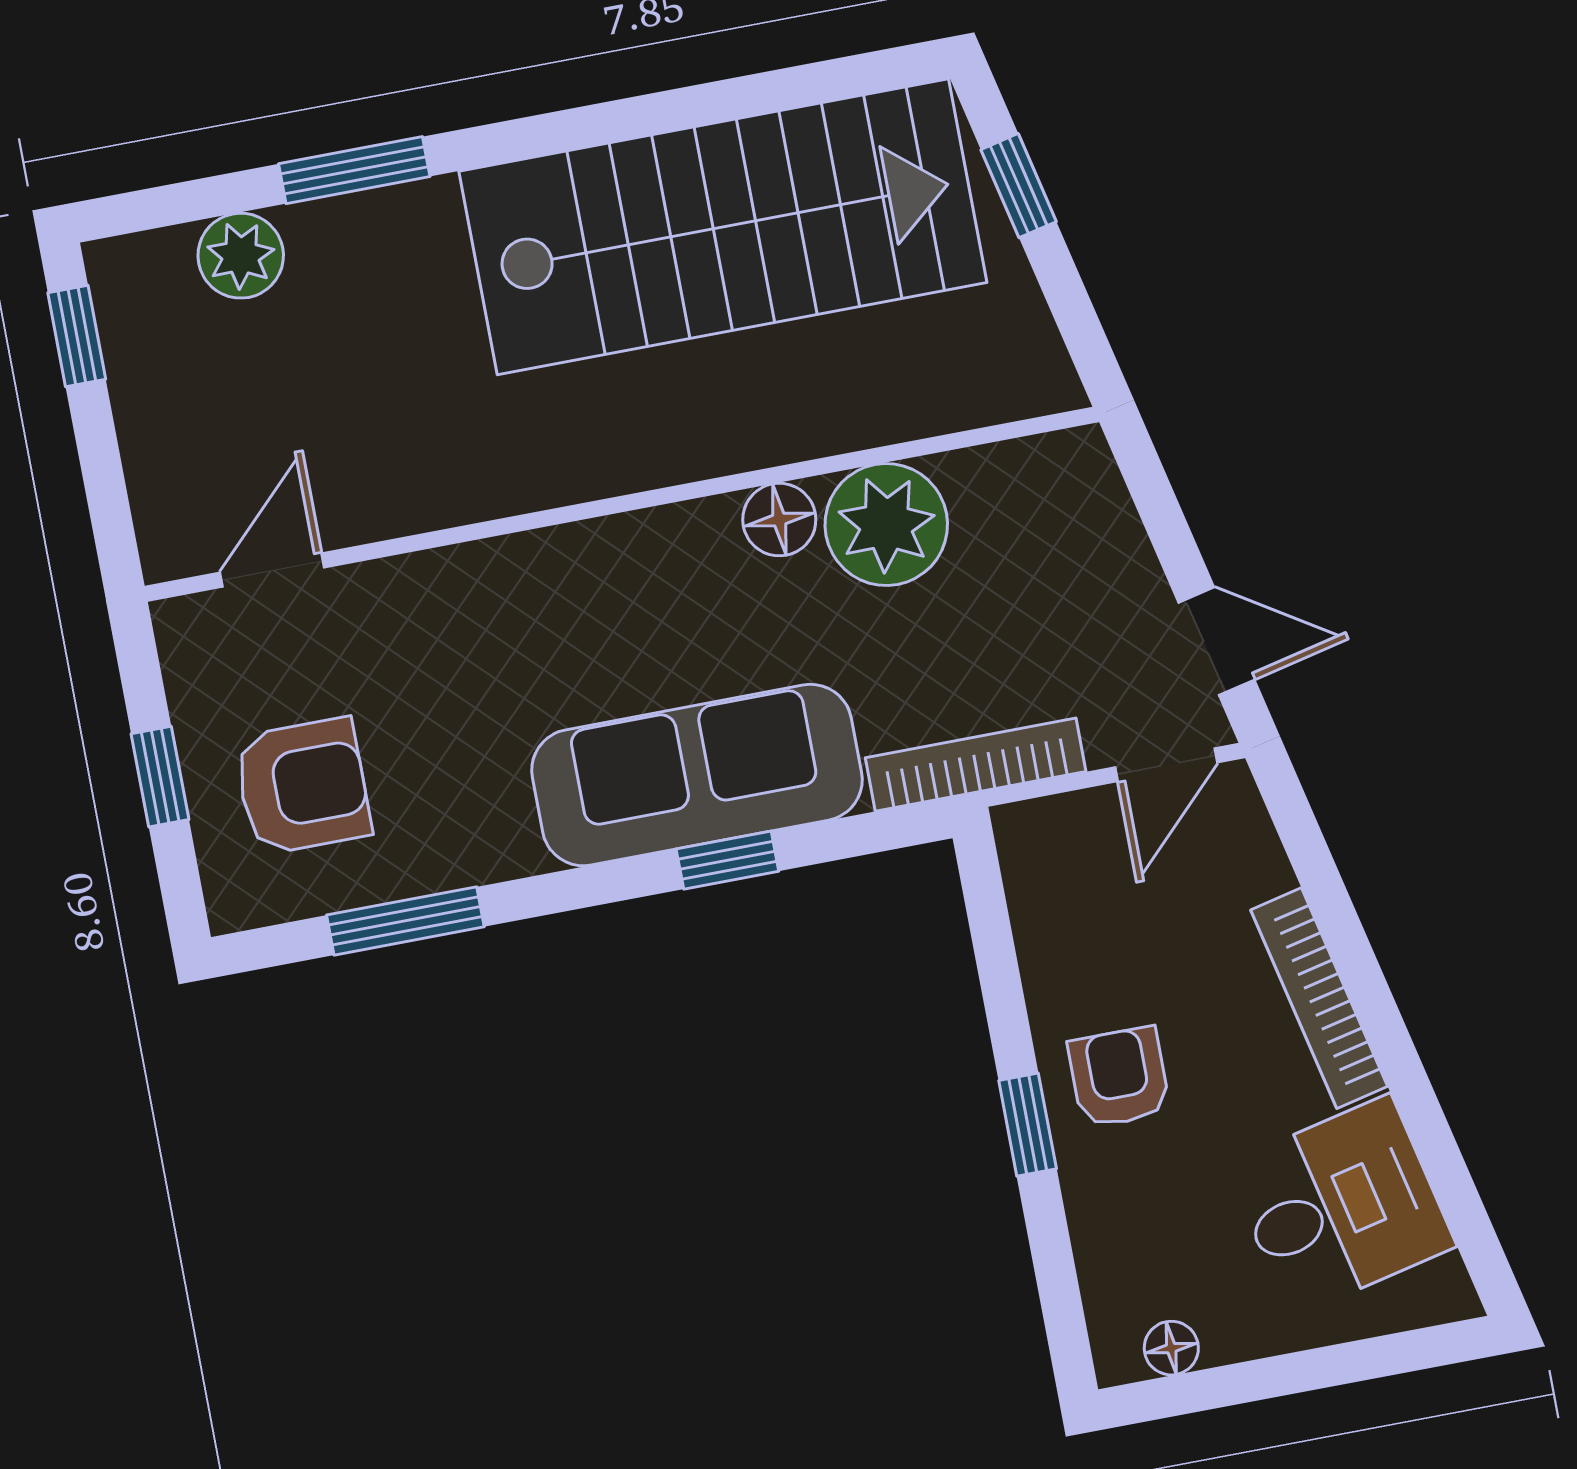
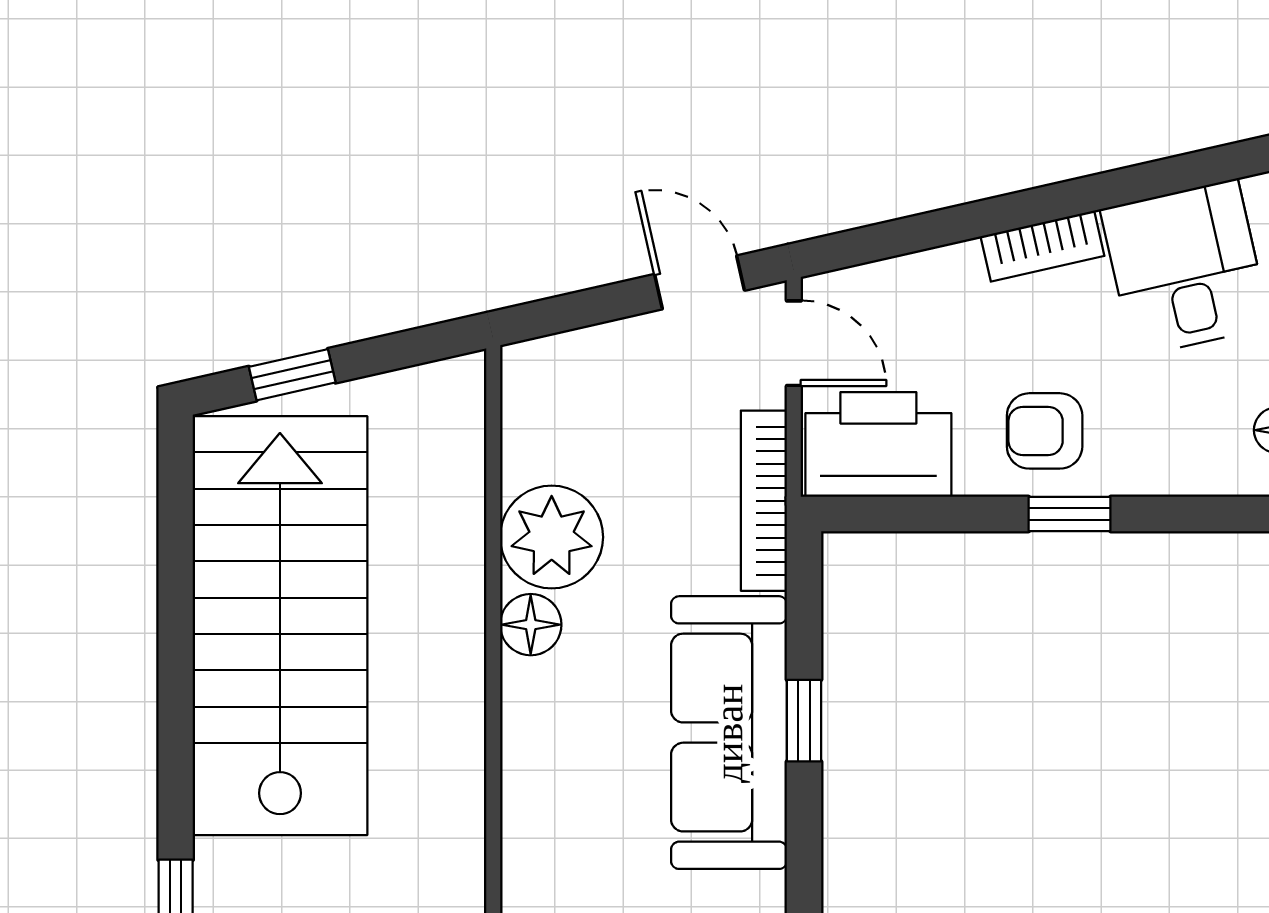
door: (1216, 641) -> (699, 282), hinge flipped
printer: (1067, 886) -> (878, 444), added
bookcase: (1319, 998) -> (1042, 246), width x0.64

